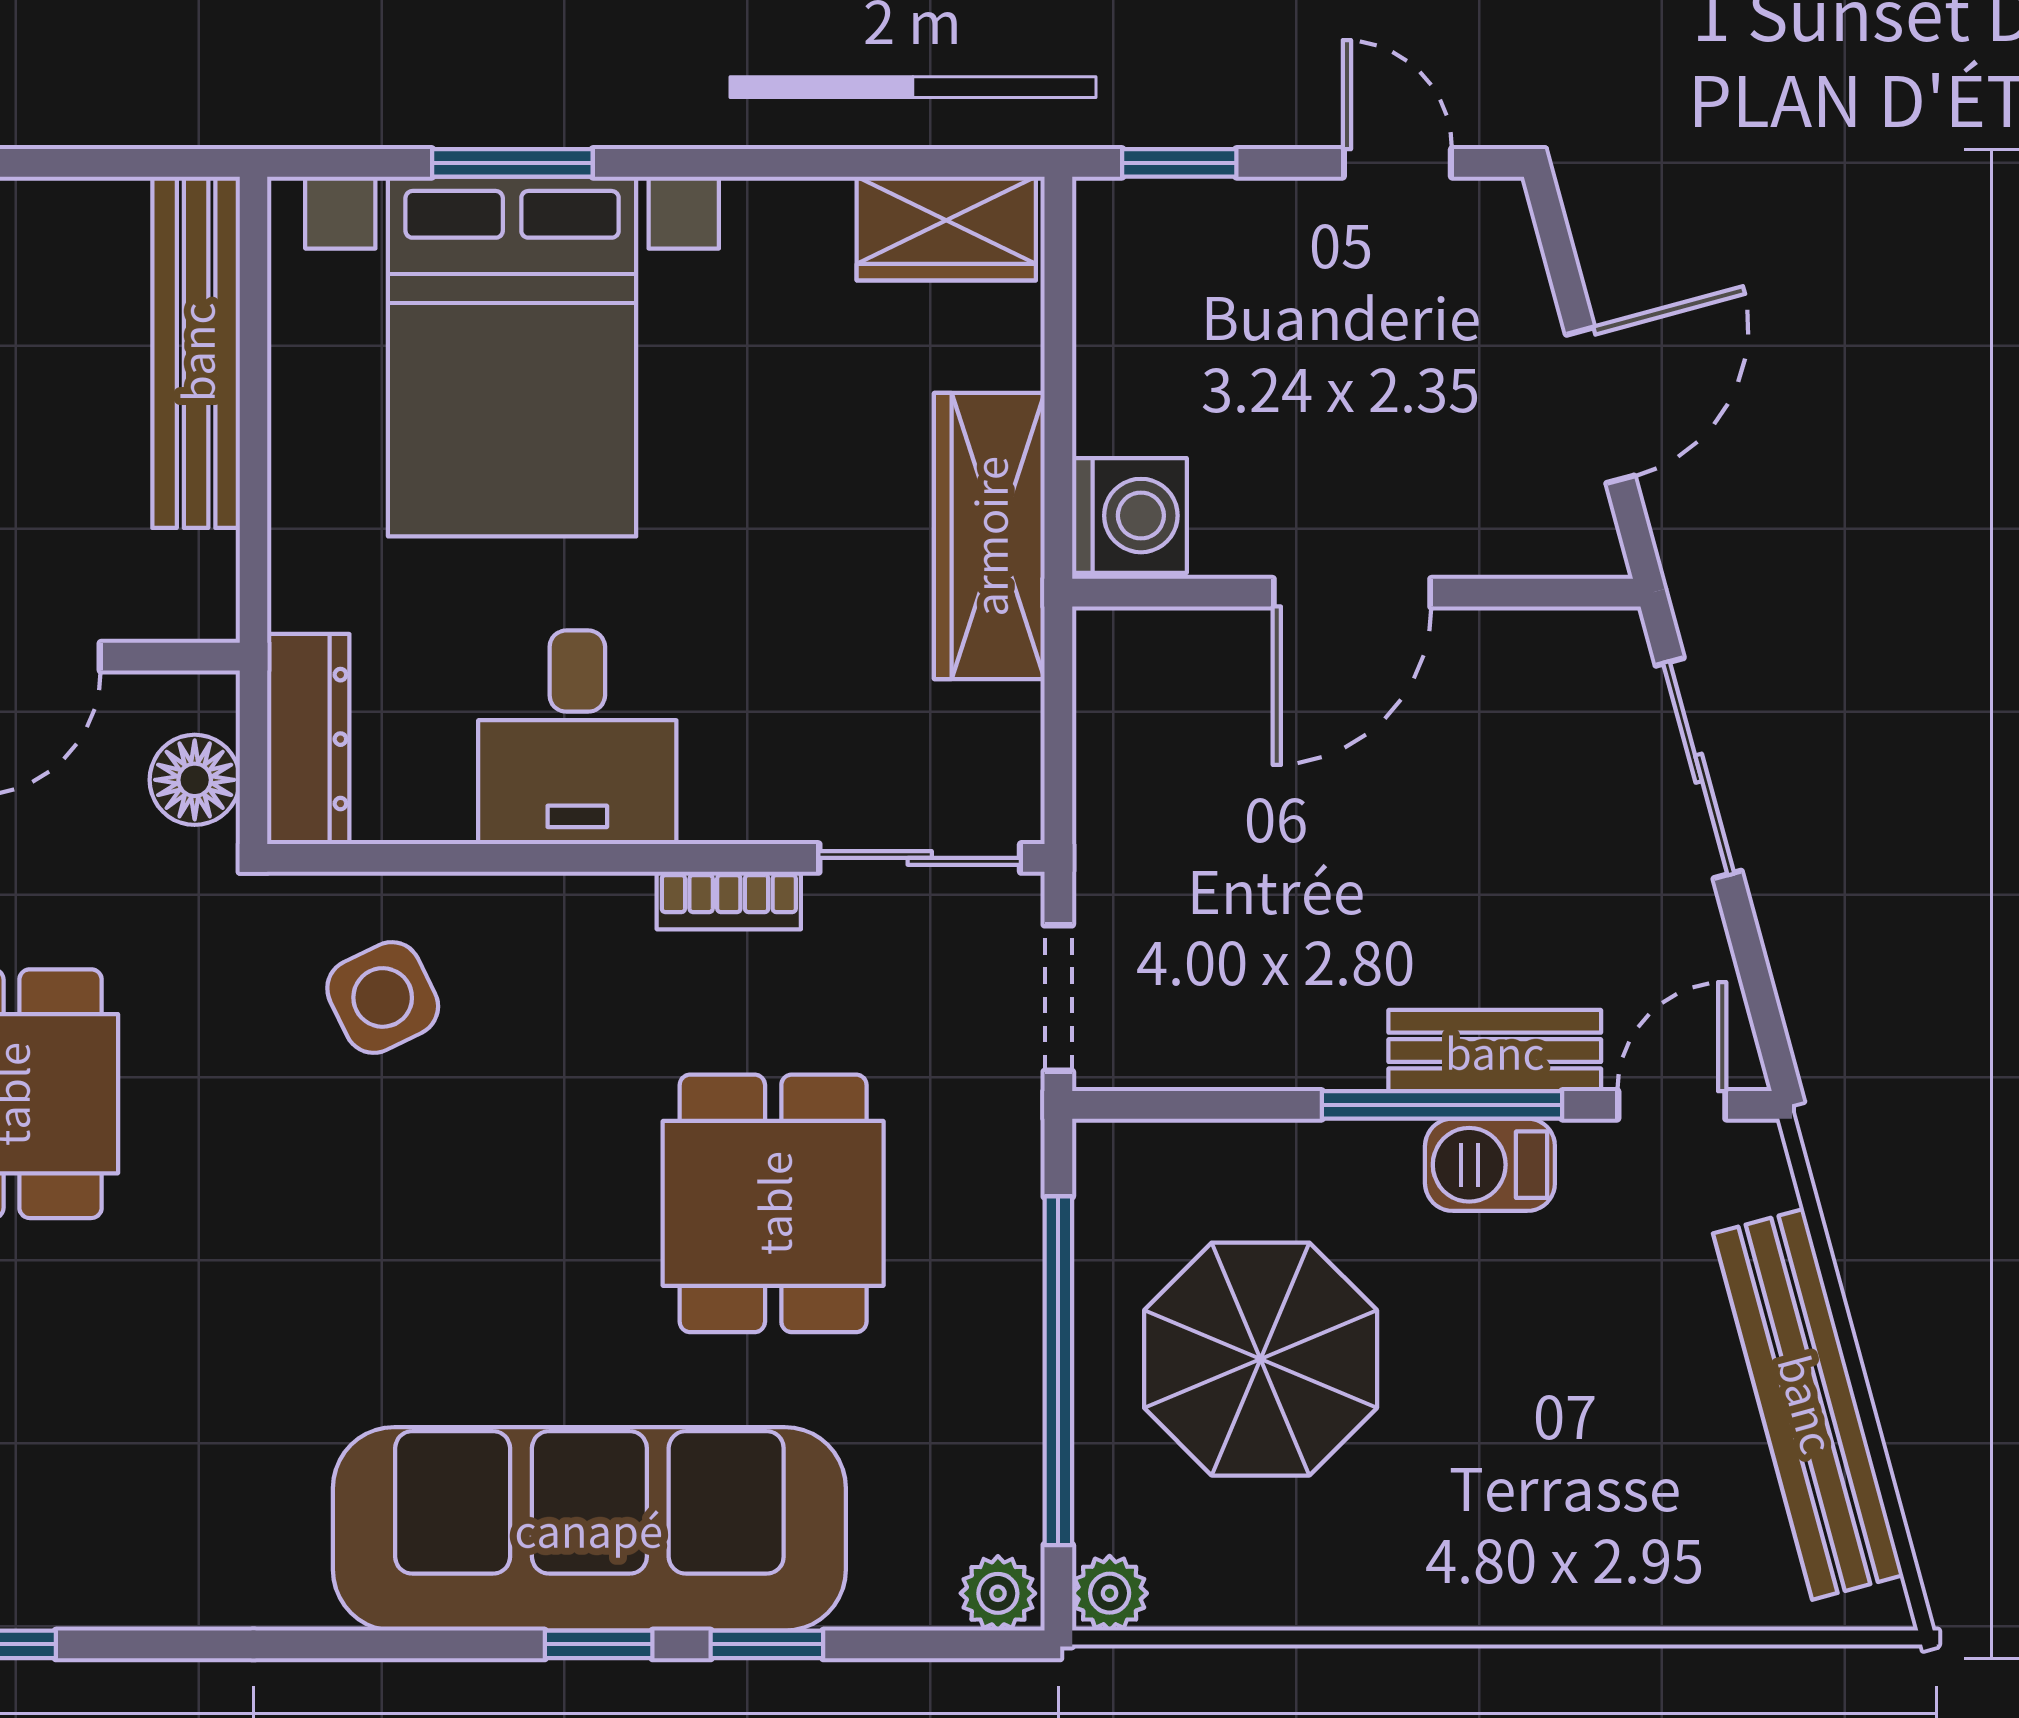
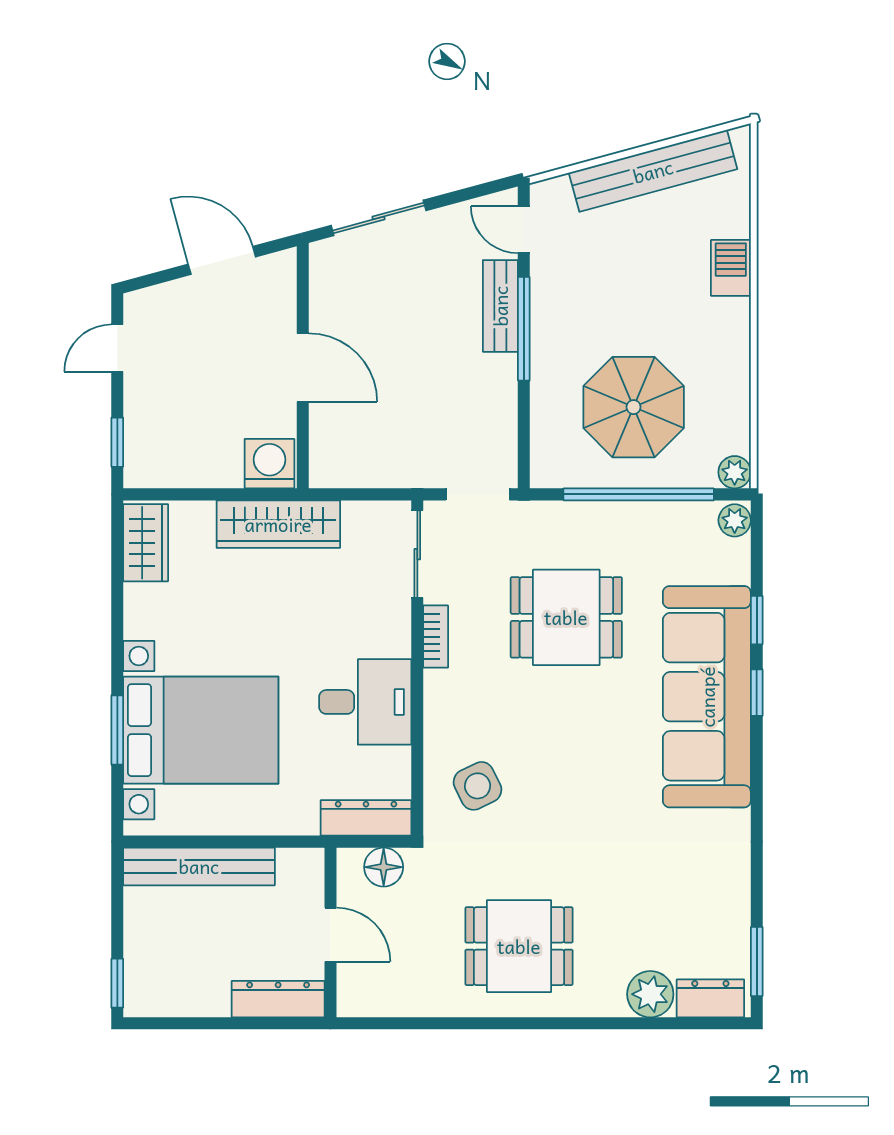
barbecue: (1490, 1165) -> (731, 268), moved, turned 180

